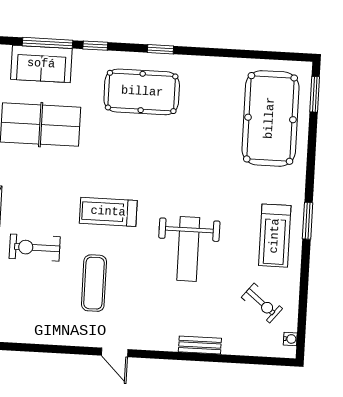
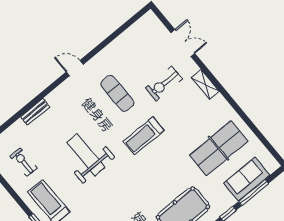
treadmill: (108, 212) -> (144, 136), turned 180
exercise bike: (35, 248) -> (164, 84), turned 180
exercise bike: (262, 303) -> (24, 162), turned 51

